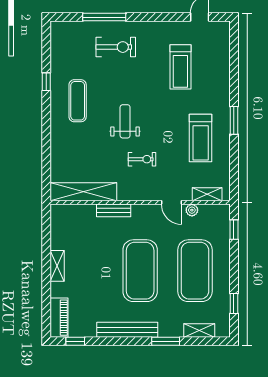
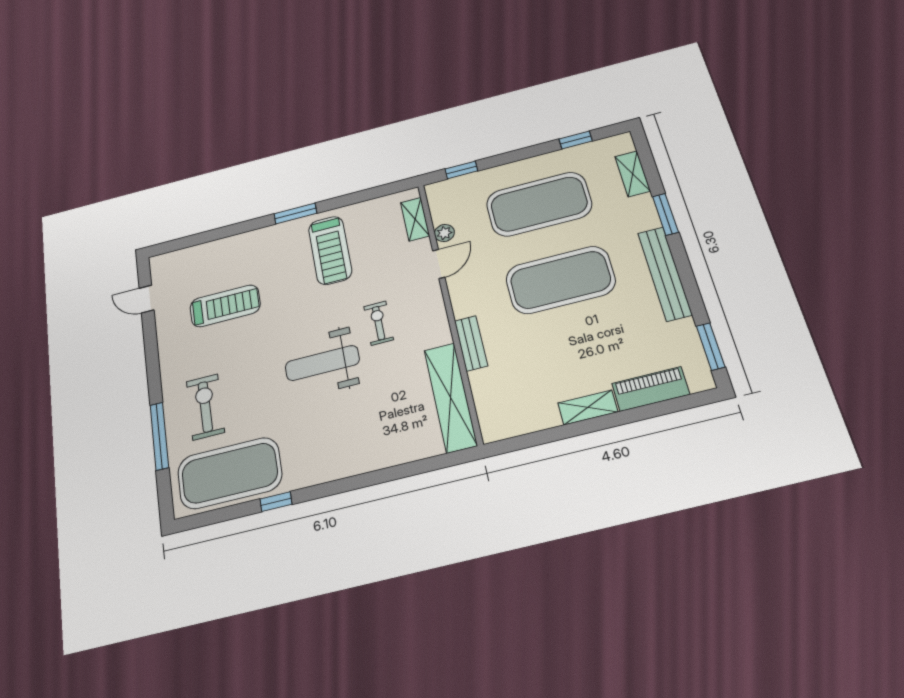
exercise mat: (78, 101) -> (230, 473), moved, width x2.00, depth x1.45
weight bench: (125, 121) -> (322, 363), width x1.36, depth x1.33
treadmill: (201, 138) -> (330, 250), turned 90
piano: (59, 318) -> (651, 389), moved
window: (75, 341) -> (711, 346), width x1.50

